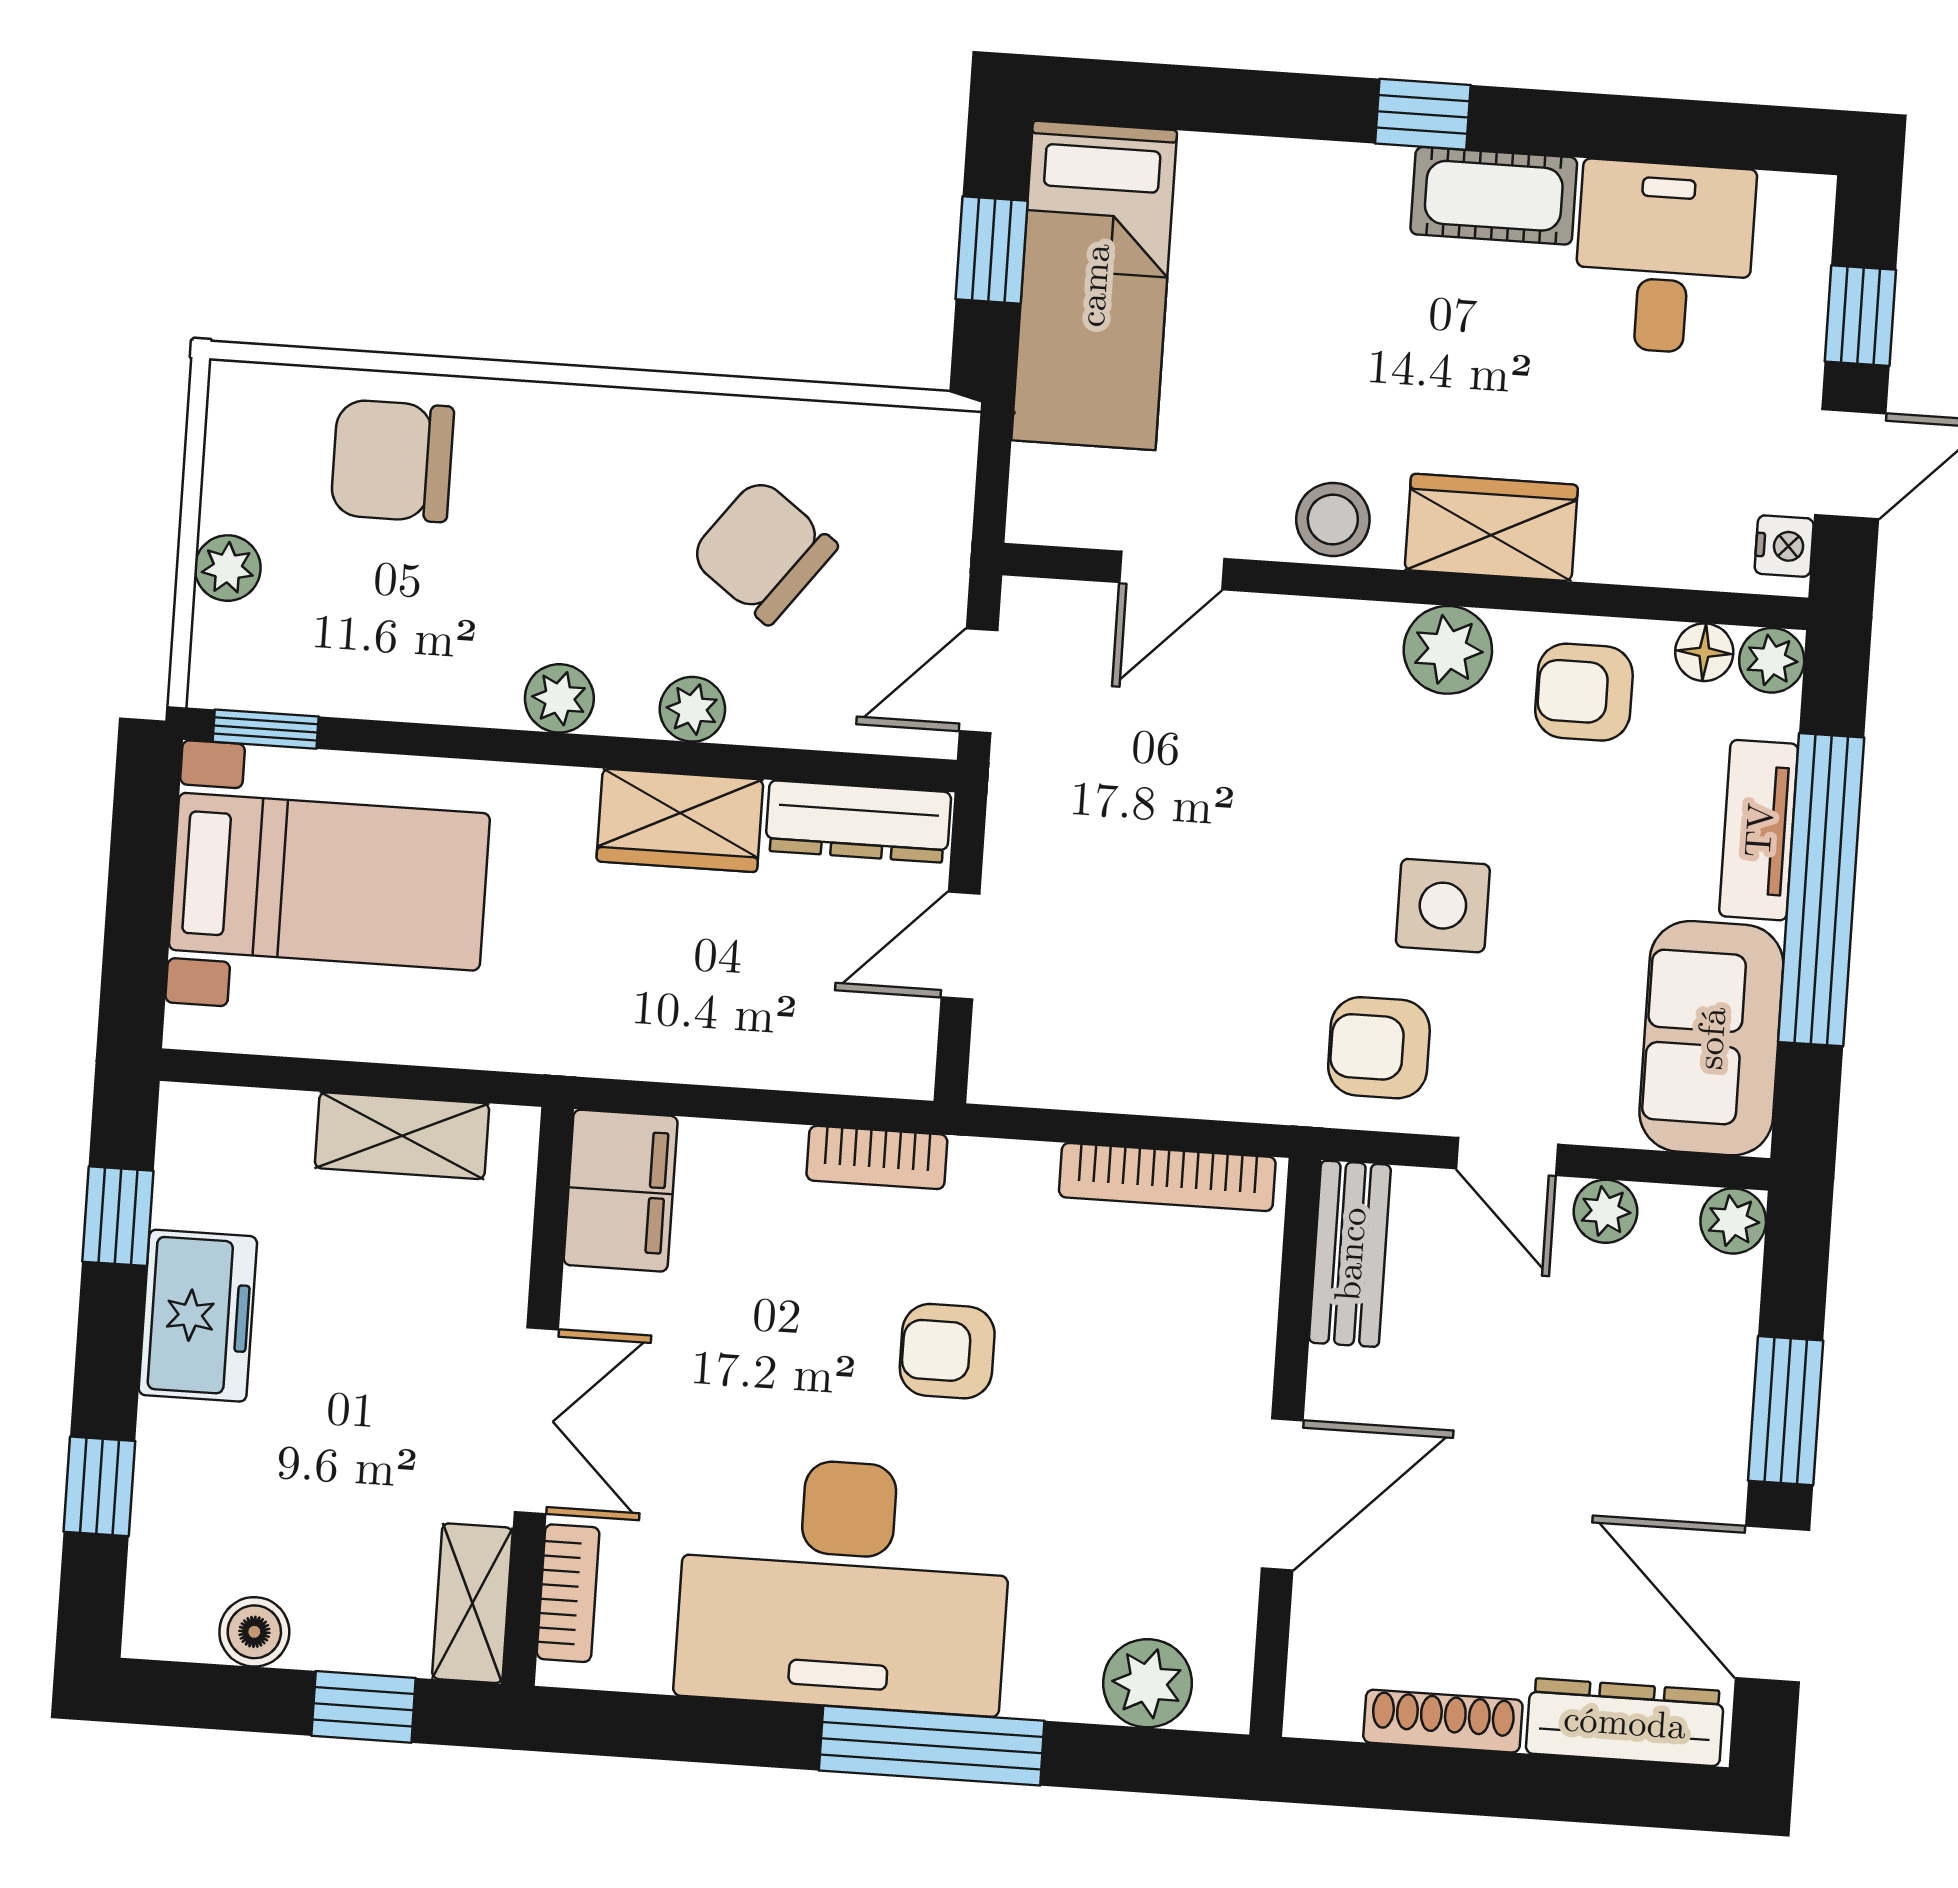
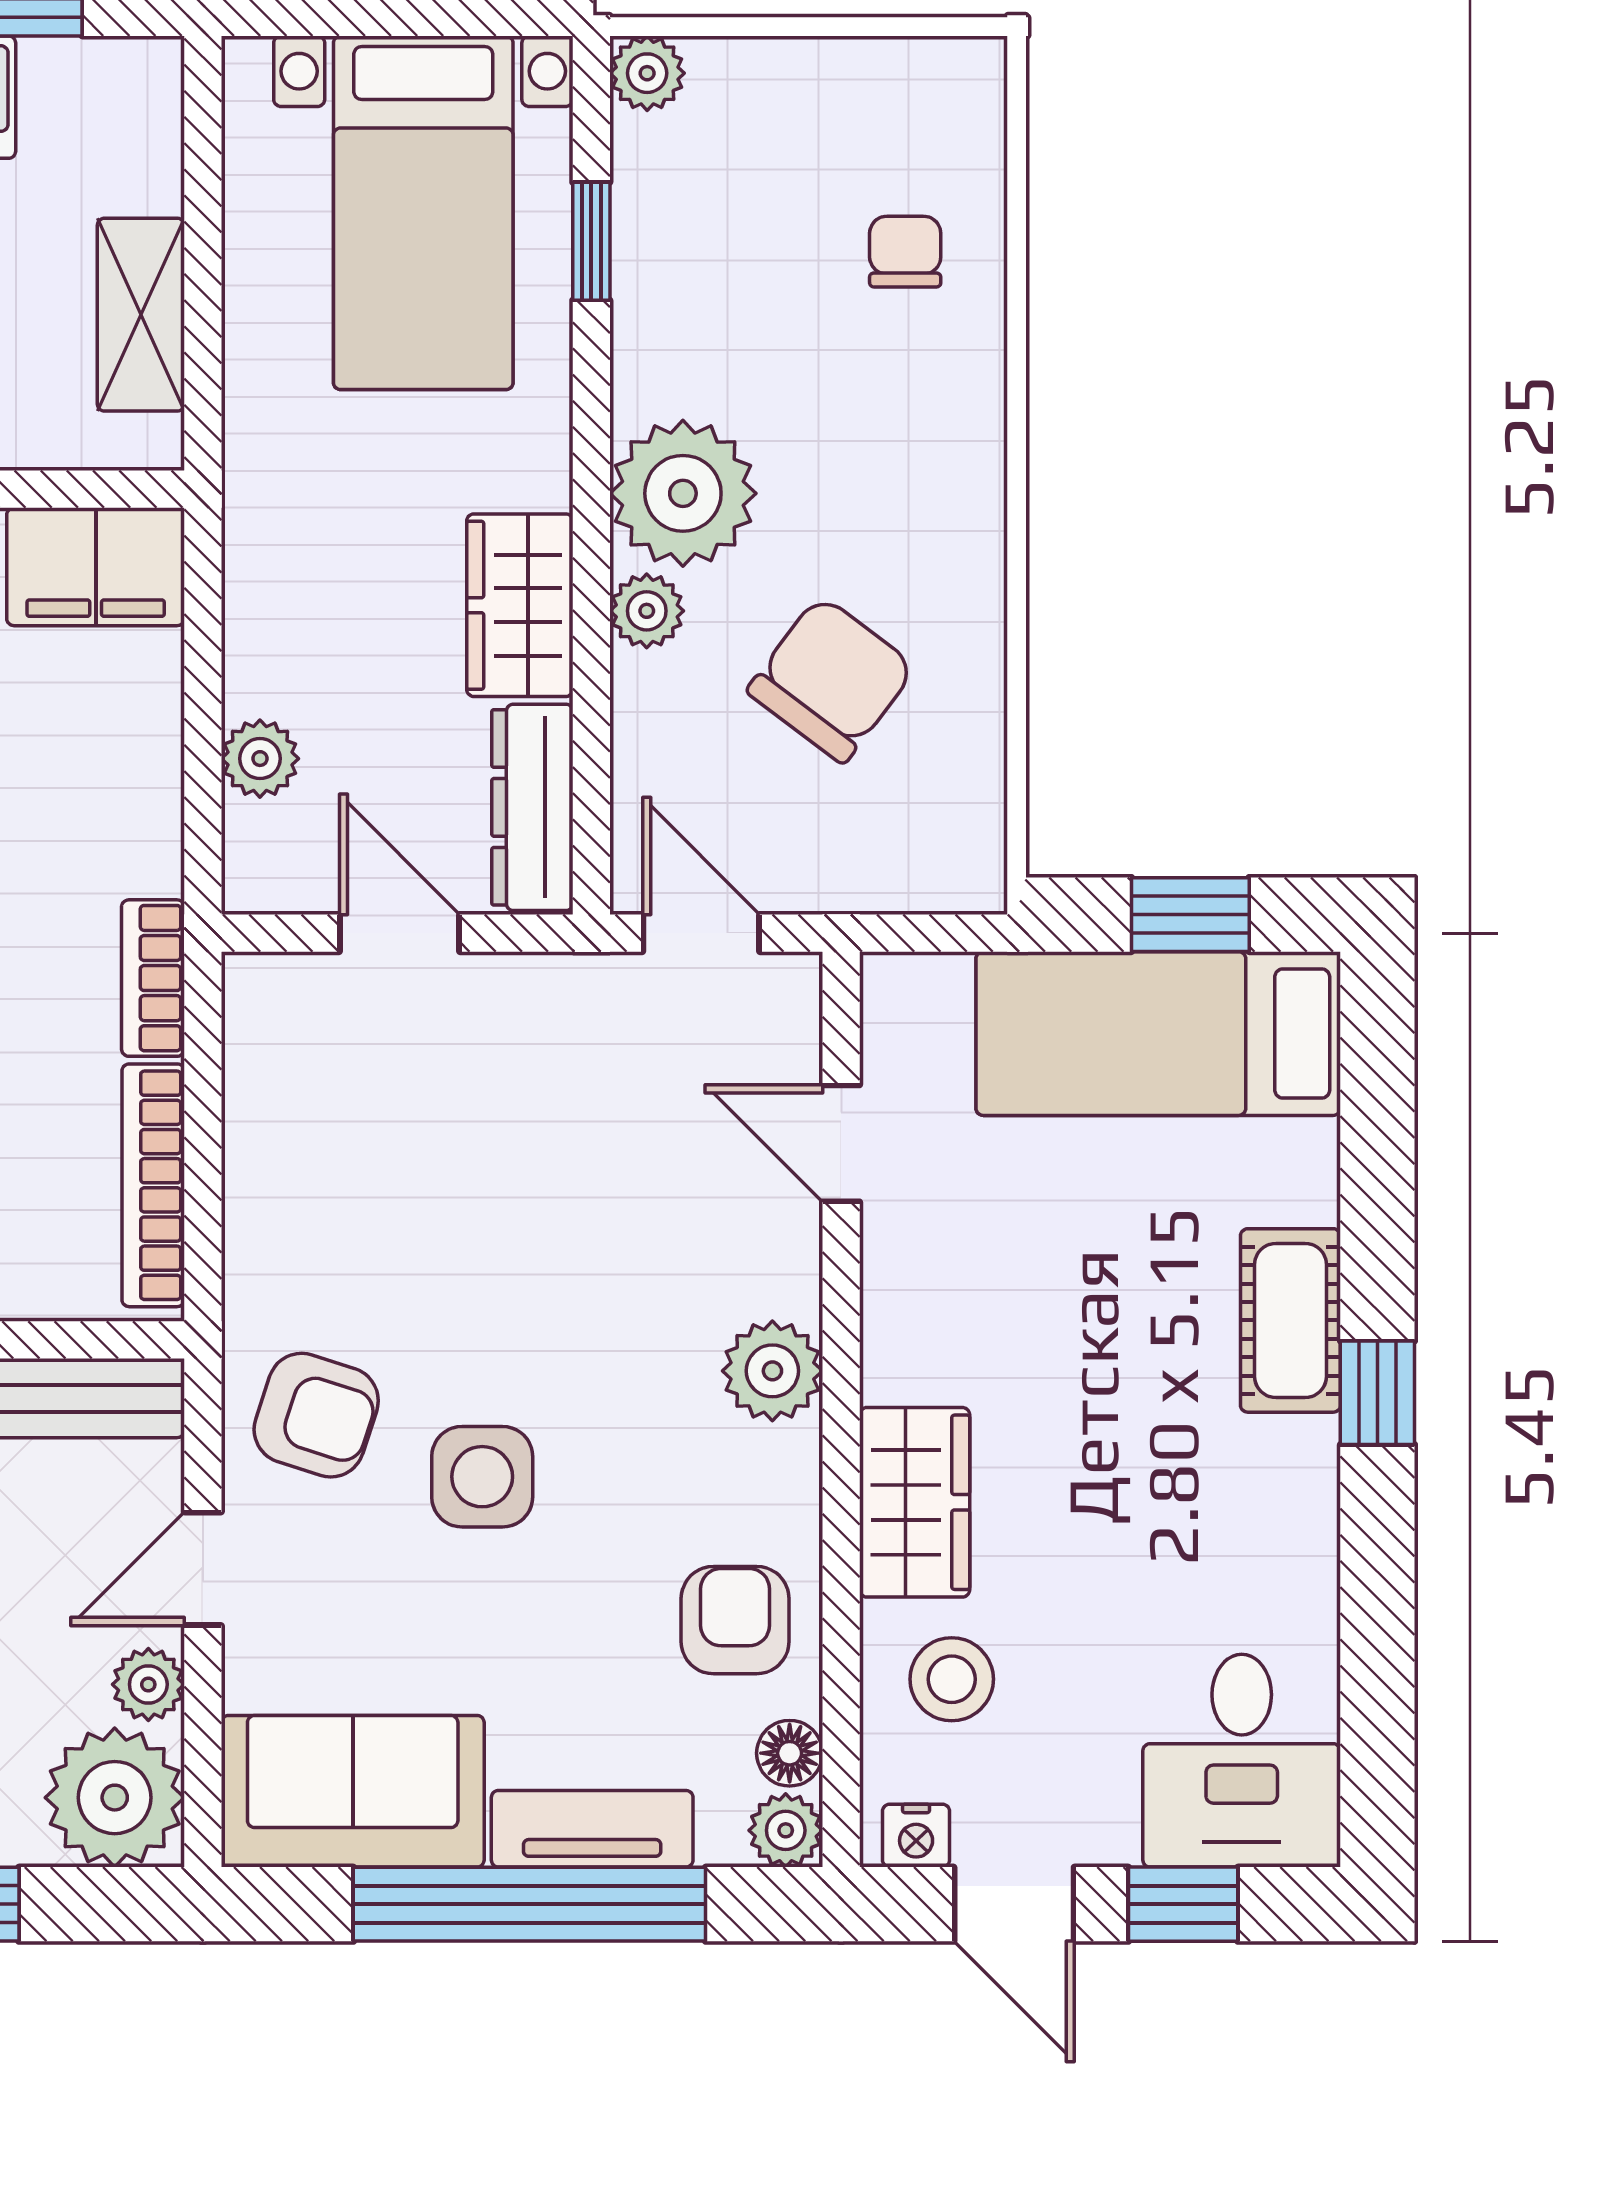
cot: (1494, 196) -> (1291, 1320), moved
desk: (1664, 257) -> (1242, 1761), moved, turned 90
chair: (392, 461) -> (905, 252), width x0.54, depth x0.54
stool: (1333, 519) -> (952, 1679), moved
plant: (228, 568) -> (647, 73), moved
plant: (1448, 650) -> (772, 1371), moved
plant: (559, 698) -> (683, 493), width x1.87, depth x1.87
window: (266, 729) -> (591, 241), moved
armchair: (1379, 1048) -> (316, 1415), turned 108
plant: (799, 1058) -> (260, 759), added
bookcase: (877, 1157) -> (153, 978), moved
plant: (1733, 1221) -> (115, 1798), width x1.88, depth x1.88

